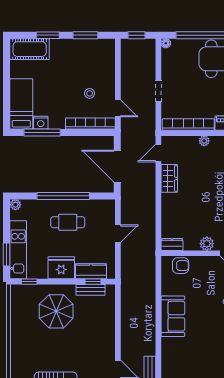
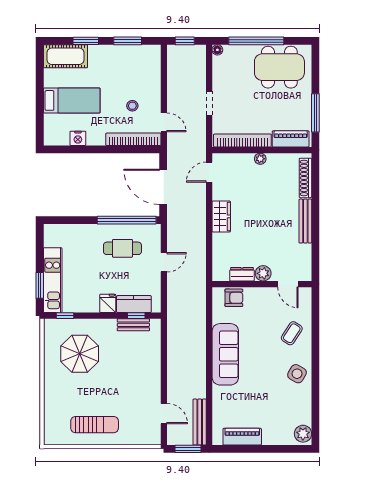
bed: (21, 104) -> (72, 100), moved, turned 90
window: (42, 132) -> (79, 149), removed
wardrobe: (169, 178) -> (221, 216), moved
window: (63, 196) -> (127, 220), moved
plant: (15, 205) -> (50, 230), removed
cafe table: (68, 222) -> (122, 248), moved
dresser: (172, 244) -> (242, 274), moved
fridge: (61, 268) -> (108, 303), width x0.53, depth x0.75
parasol: (56, 311) -> (80, 354), moved
sofa: (173, 316) -> (225, 354), width x1.36

